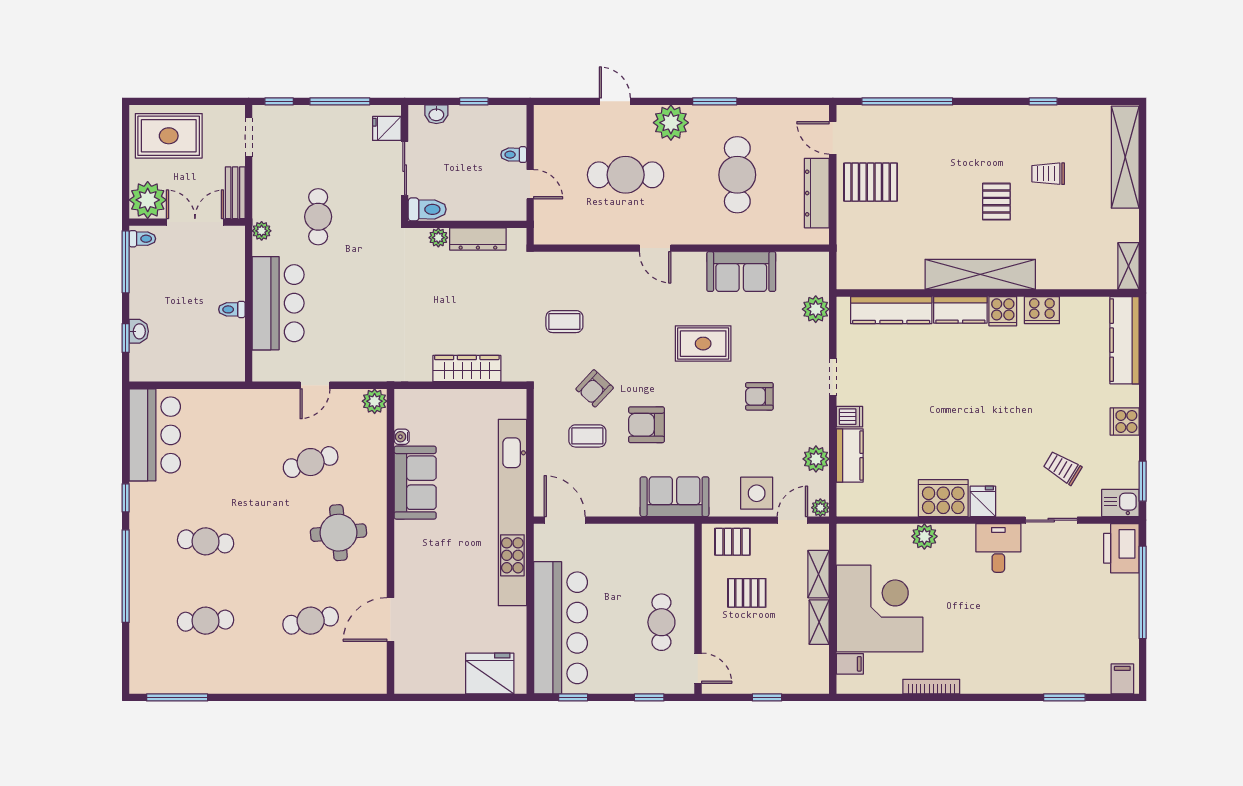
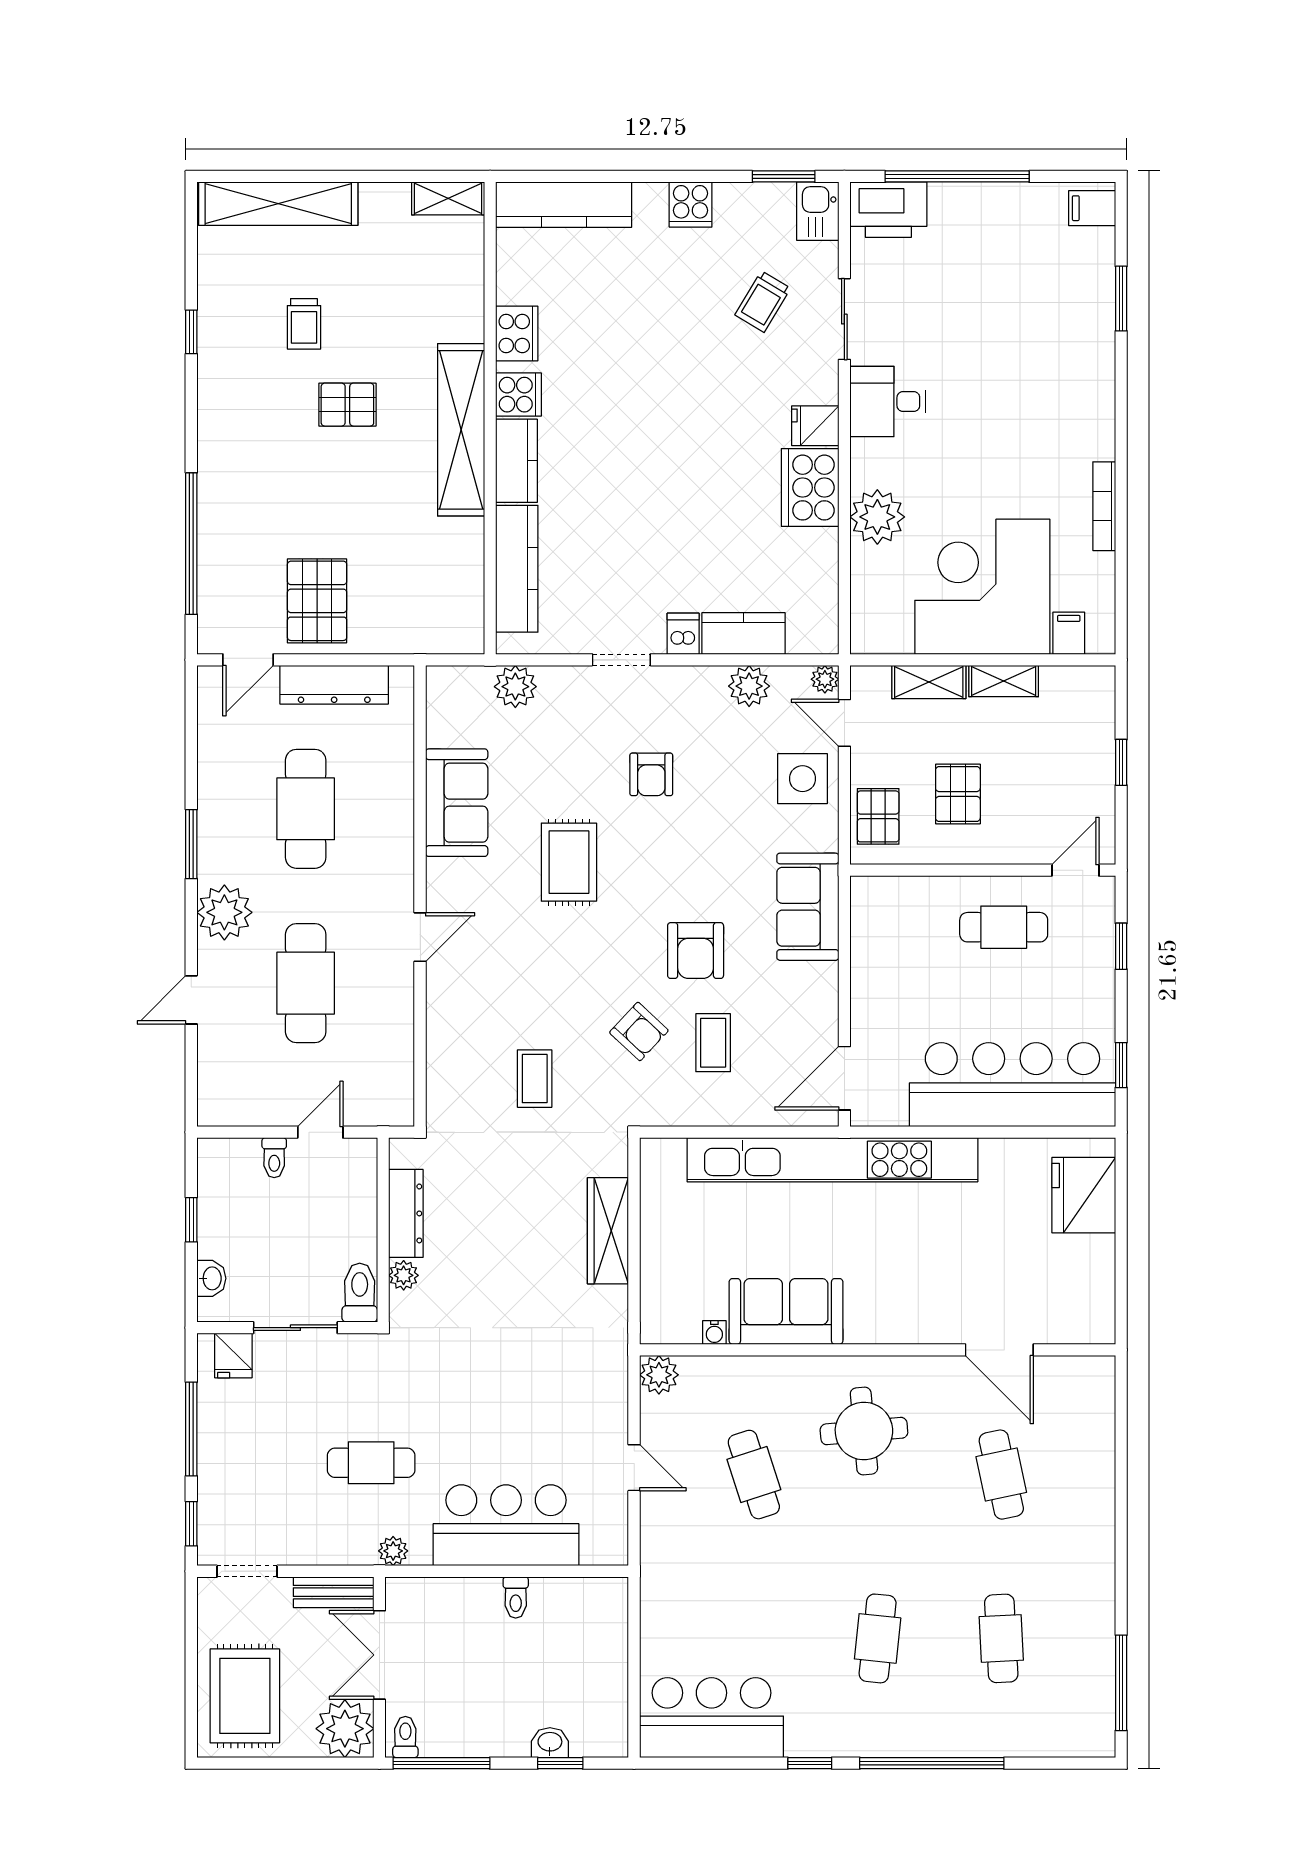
cafe table: (737, 175) -> (306, 809), turned 90
plant: (924, 536) -> (877, 517), width x1.36, depth x1.36

